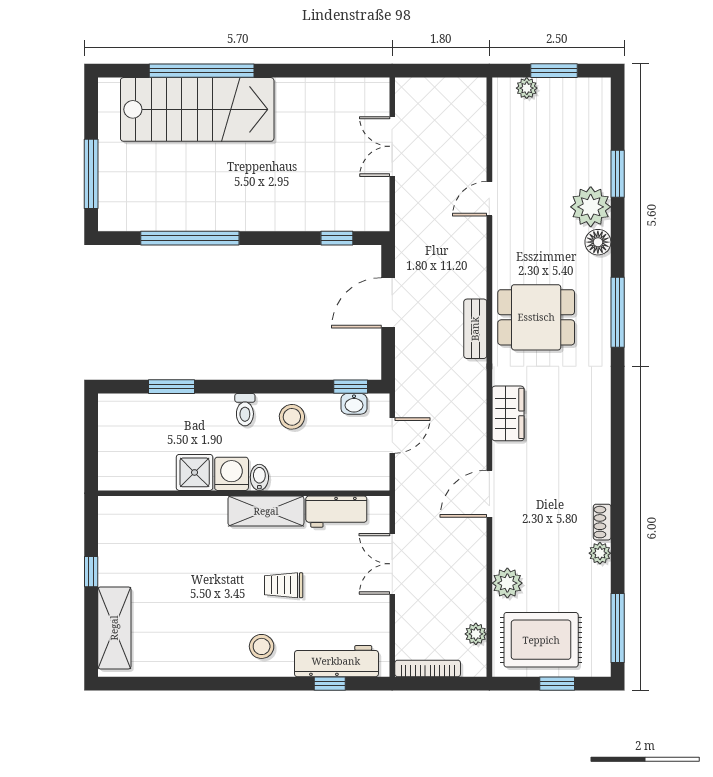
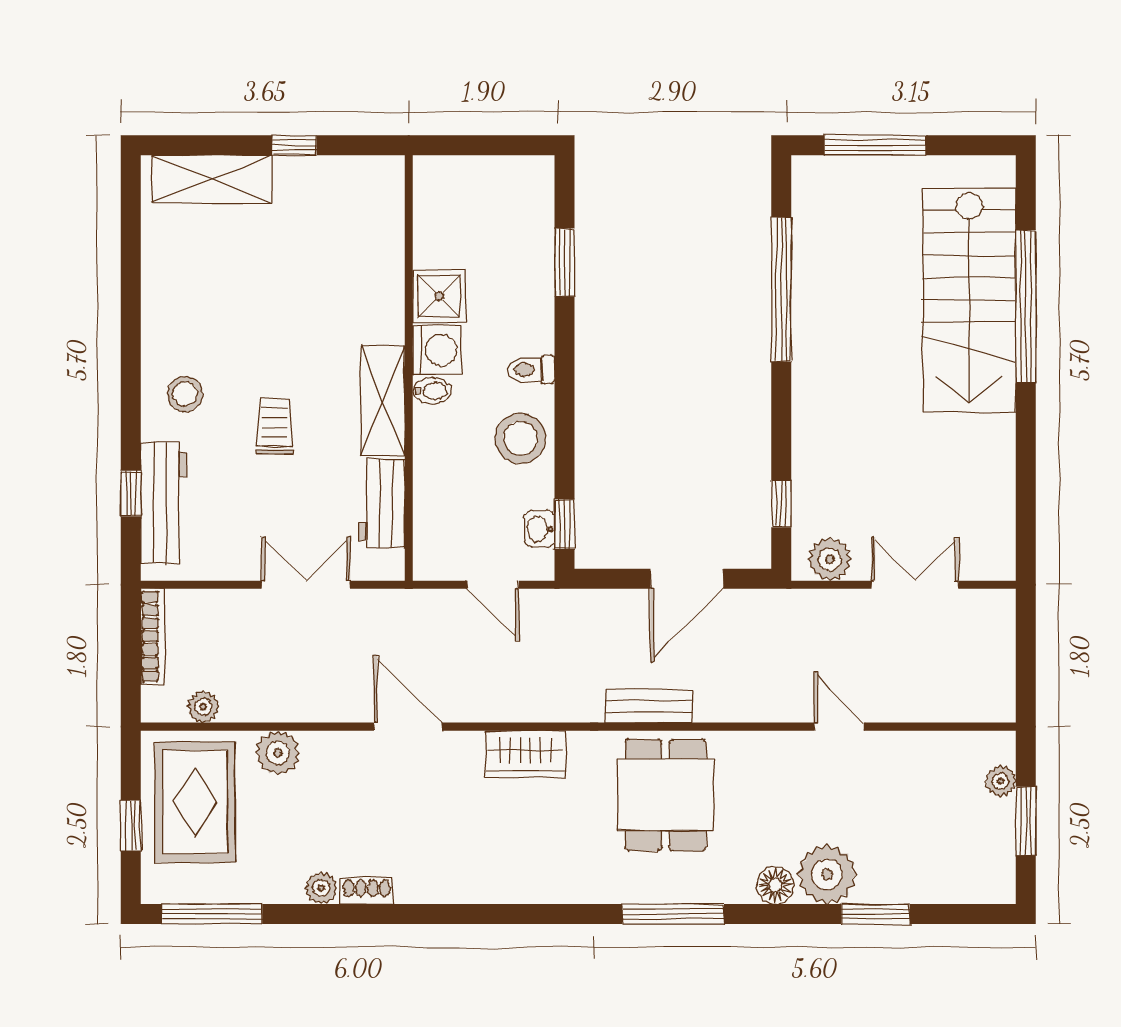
plant: (375, 205) -> (830, 559), added
door: (388, 303) -> (687, 579), swing flipped
stool: (292, 417) -> (520, 438), width x1.38, depth x1.38

